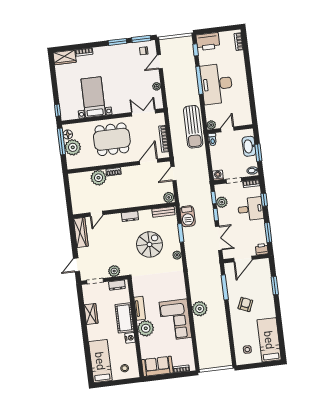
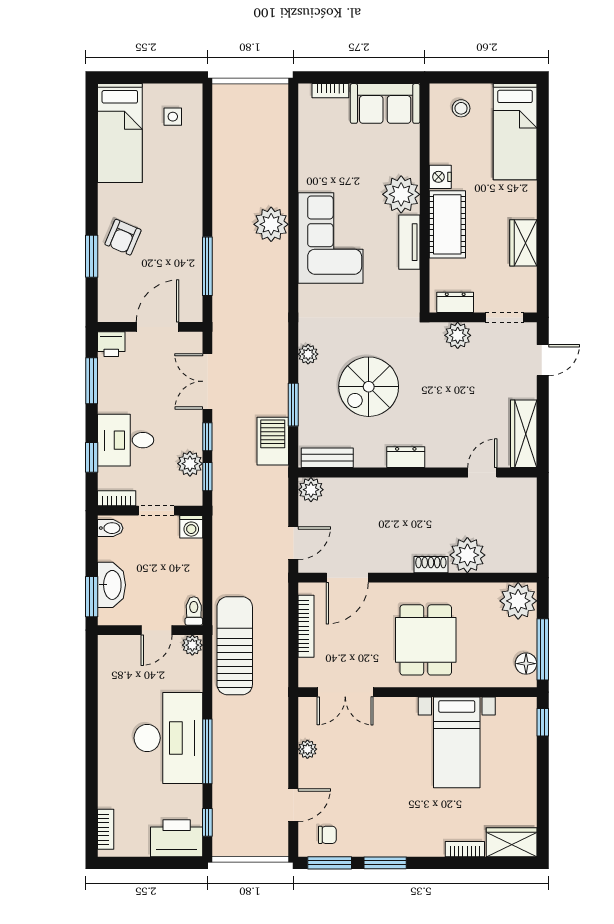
dining table: (112, 139) -> (426, 640), width x0.73
plant: (73, 147) -> (518, 601), moved
window: (258, 153) -> (92, 597), moved
armchair: (245, 304) -> (123, 237), moved
corner sofa: (175, 320) -> (330, 238), moved

